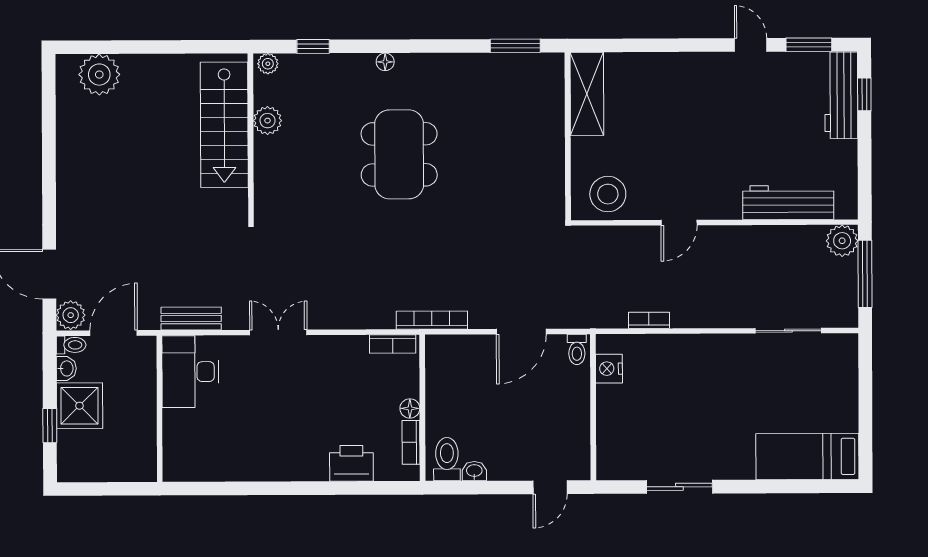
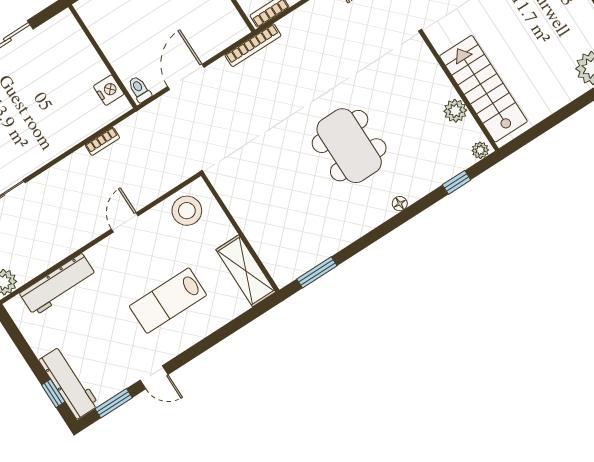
lab bench: (686, 114) -> (168, 301), added

